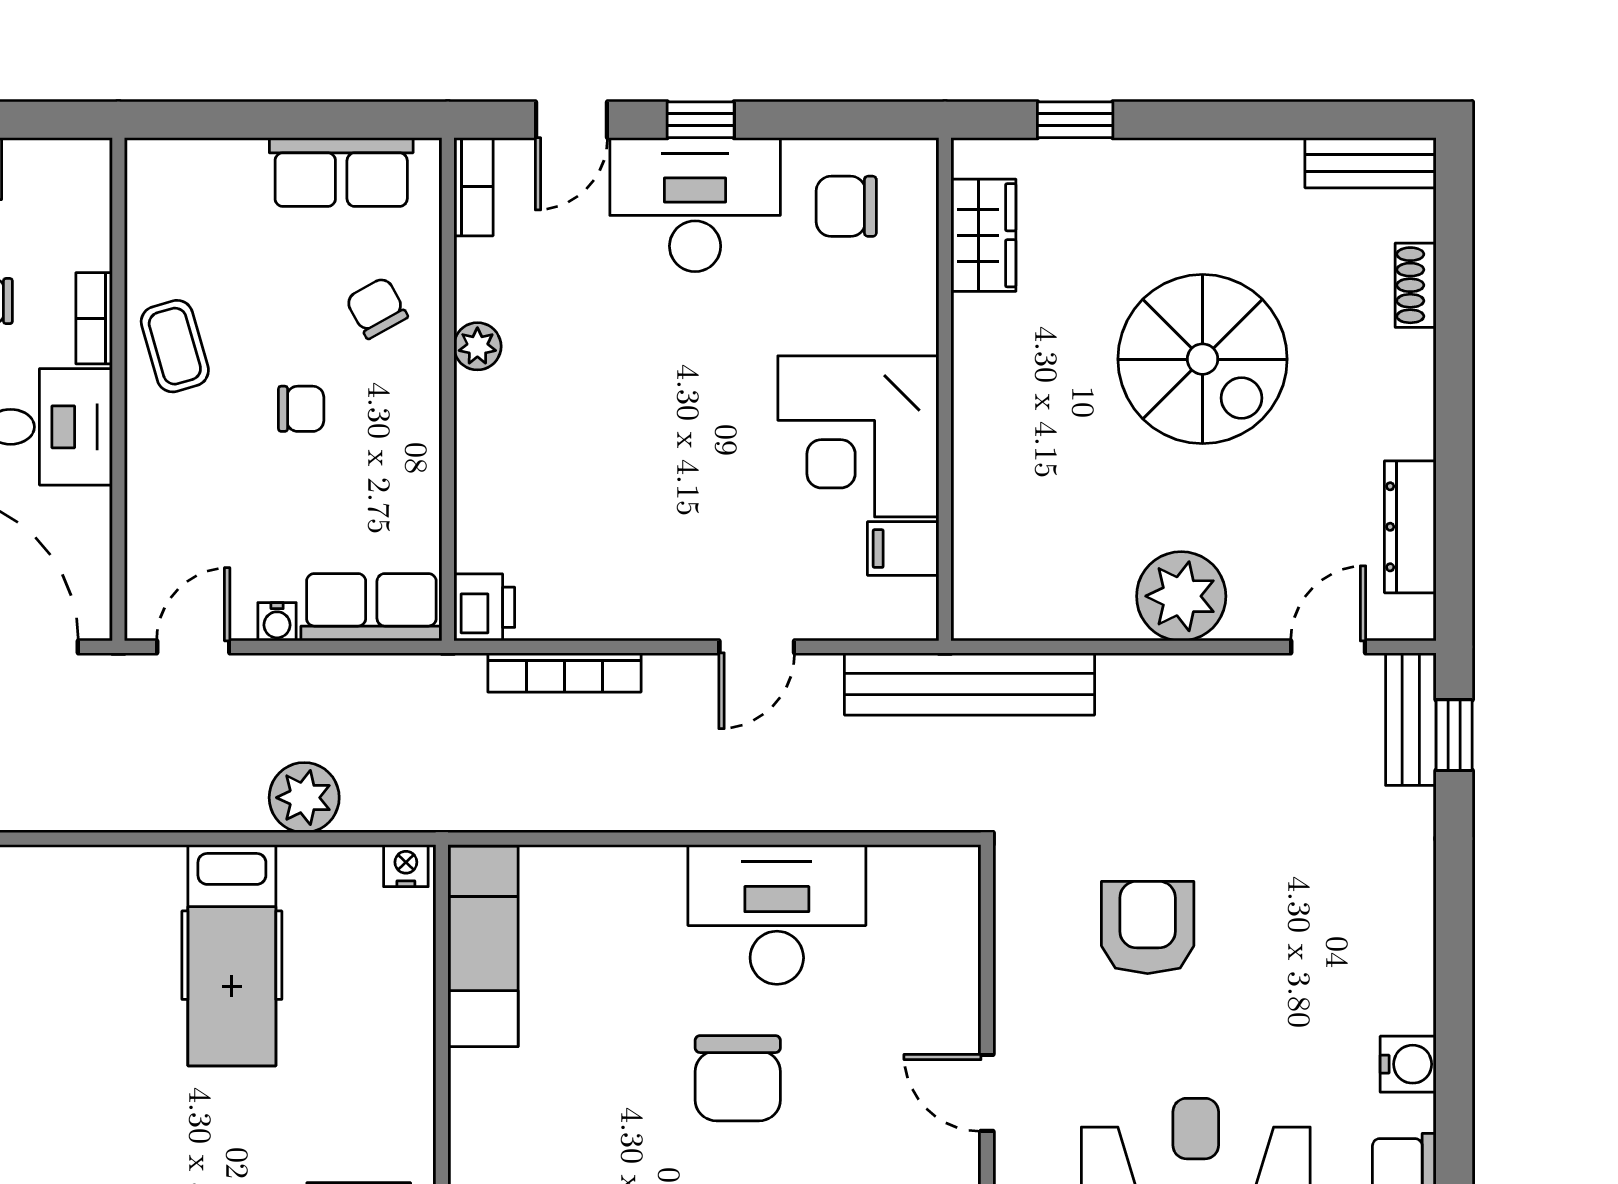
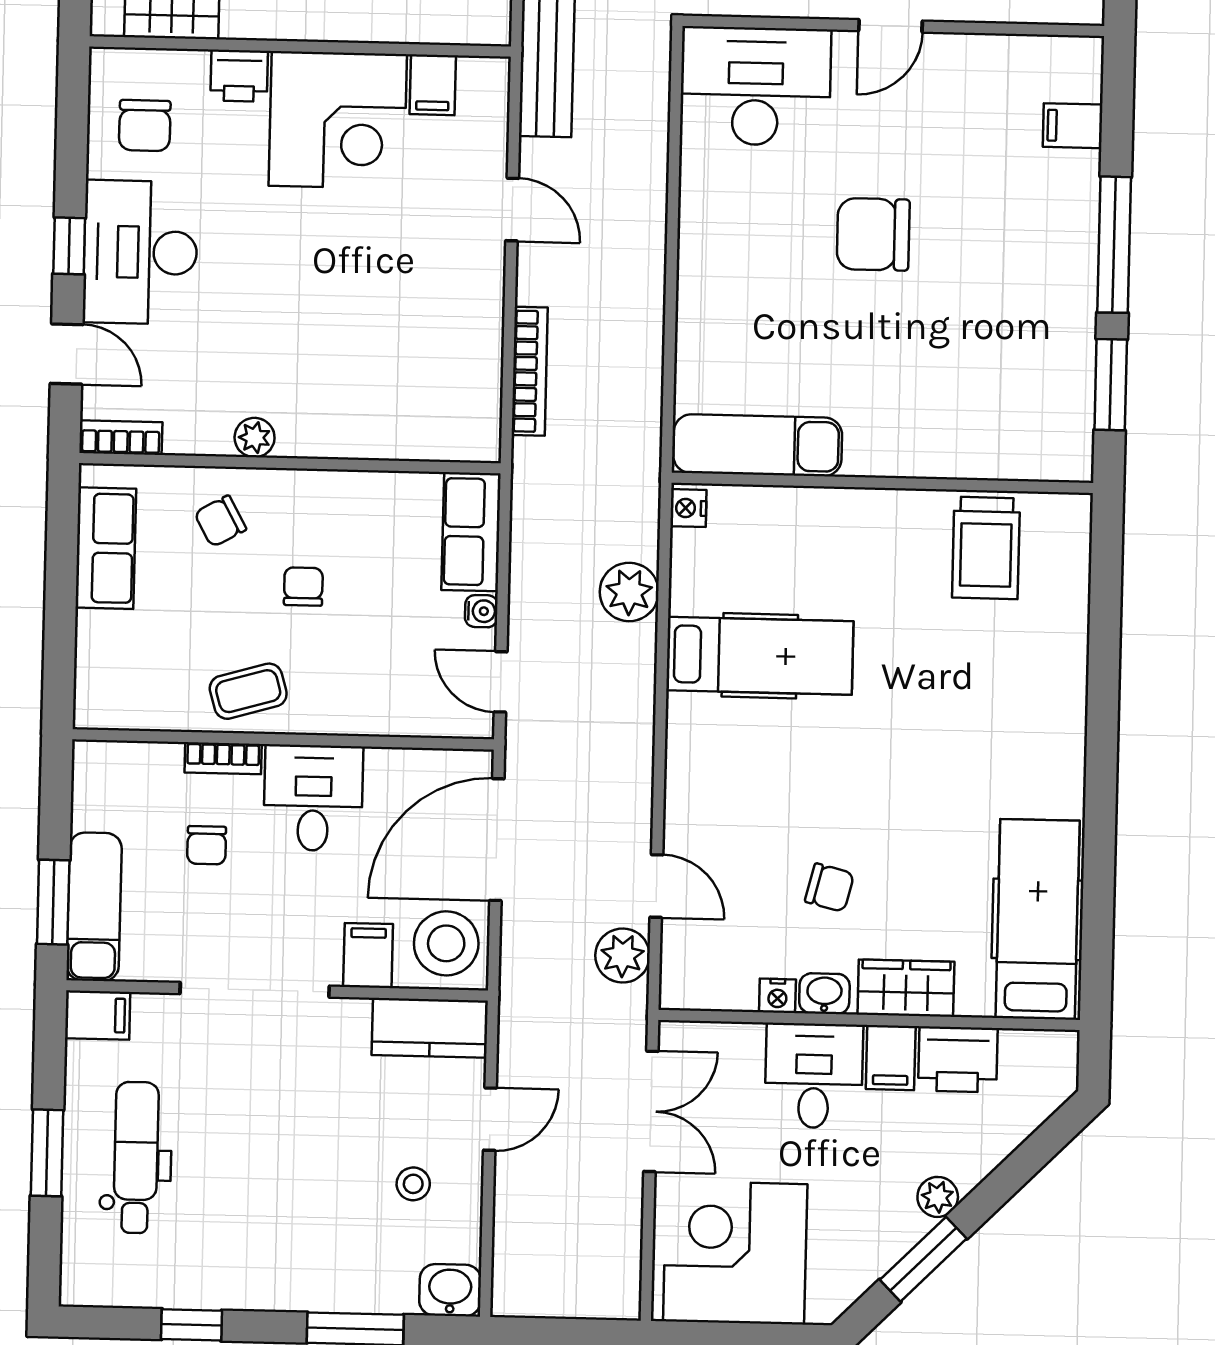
printer: (484, 607) -> (239, 76), moved, turned 180
desk: (777, 914) -> (756, 86), moved, turned 90
chair: (738, 1078) -> (873, 234), turned 180

